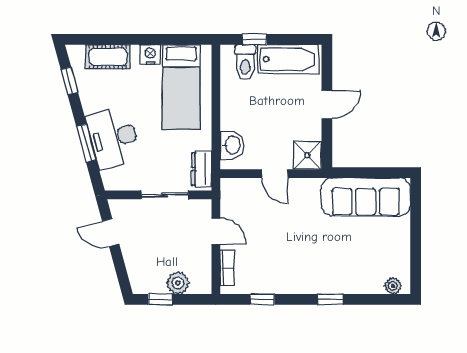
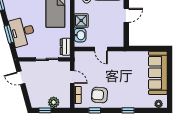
shower: (307, 155) -> (81, 21), moved
sofa: (366, 197) -> (158, 73), moved, turned 90
armchair: (272, 268) -> (100, 95), added

